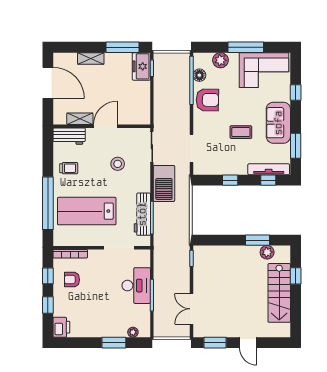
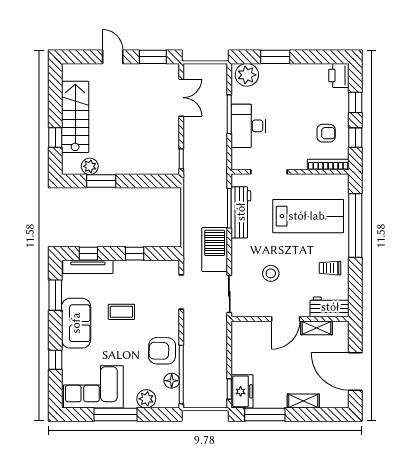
plant: (133, 332) -> (247, 75), width x1.88, depth x1.88

